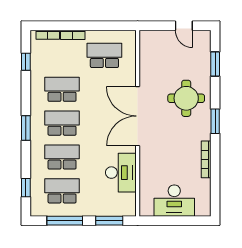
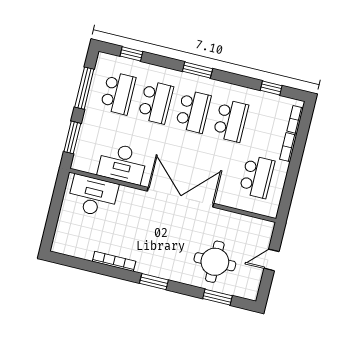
door: (184, 26) -> (271, 260), moved
round table: (186, 98) -> (215, 262), moved
desk: (174, 201) -> (93, 196), moved, turned 90

